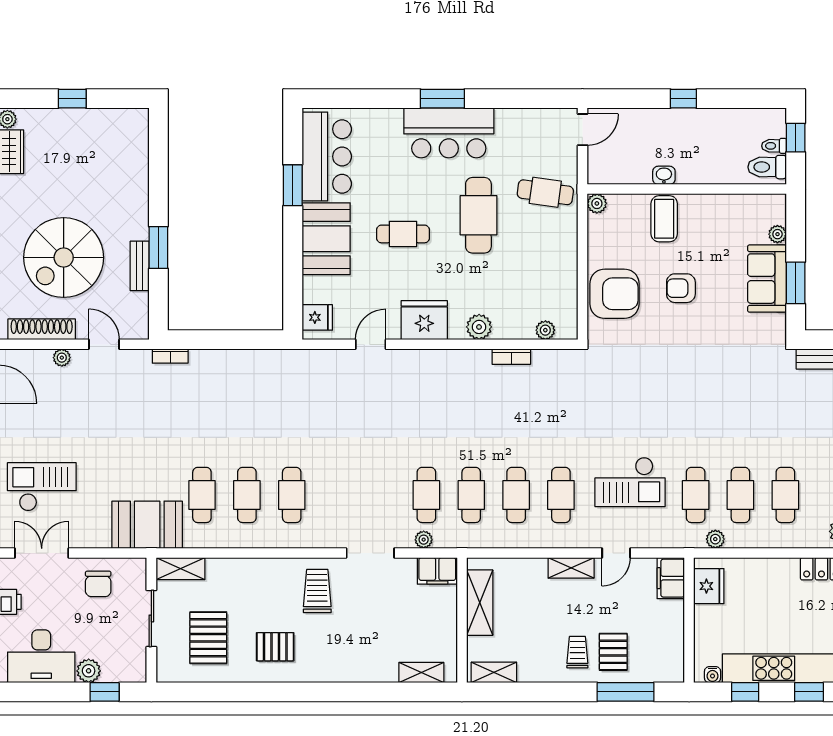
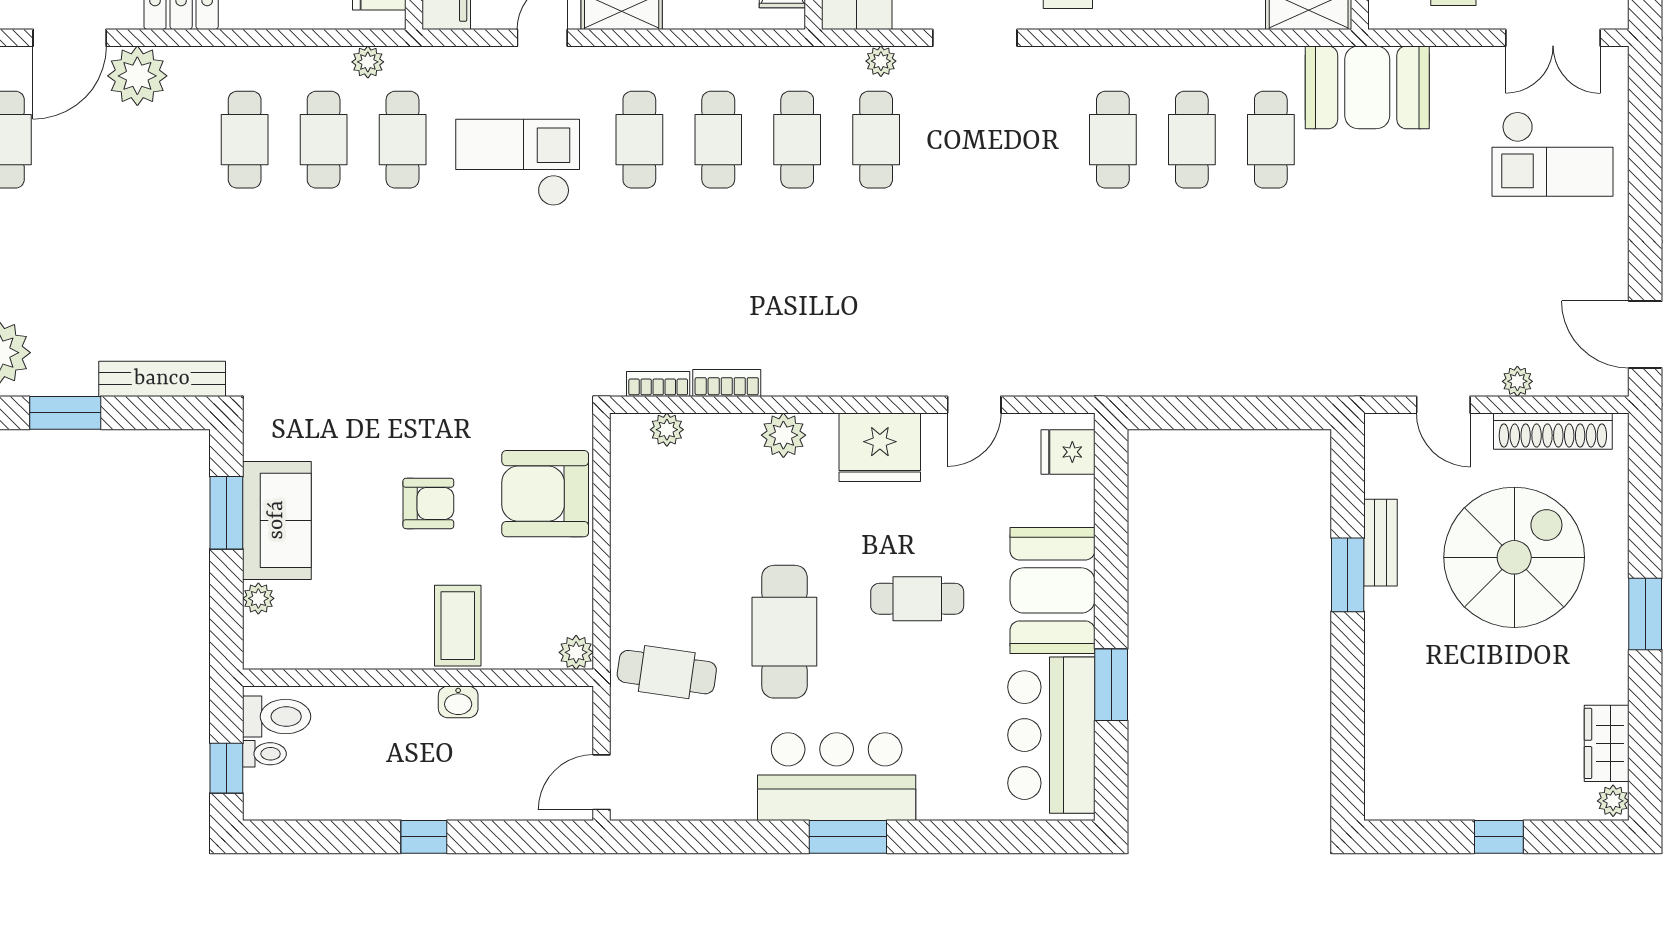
bookcase: (170, 356) -> (658, 384), moved

